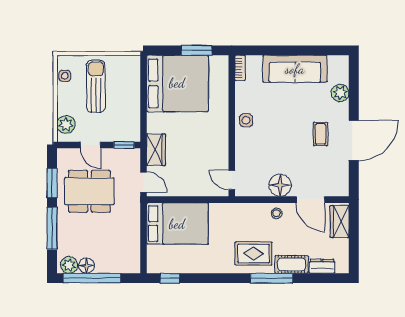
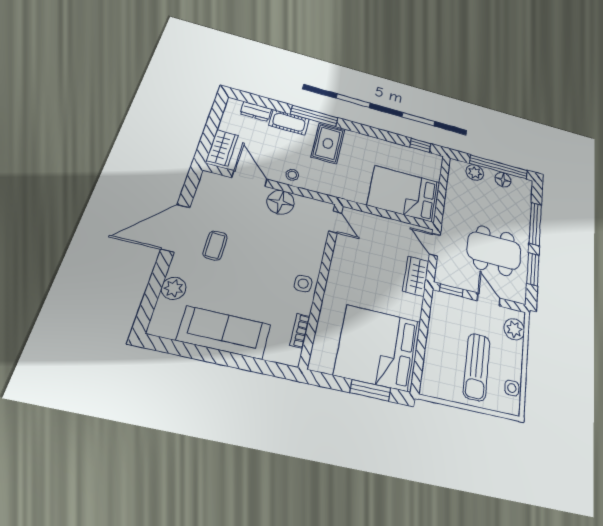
window: (197, 50) -> (370, 390), moved
bookcase: (240, 68) -> (300, 331), moved
rug: (254, 254) -> (328, 143), turned 90
plant: (69, 265) -> (475, 173), moved

